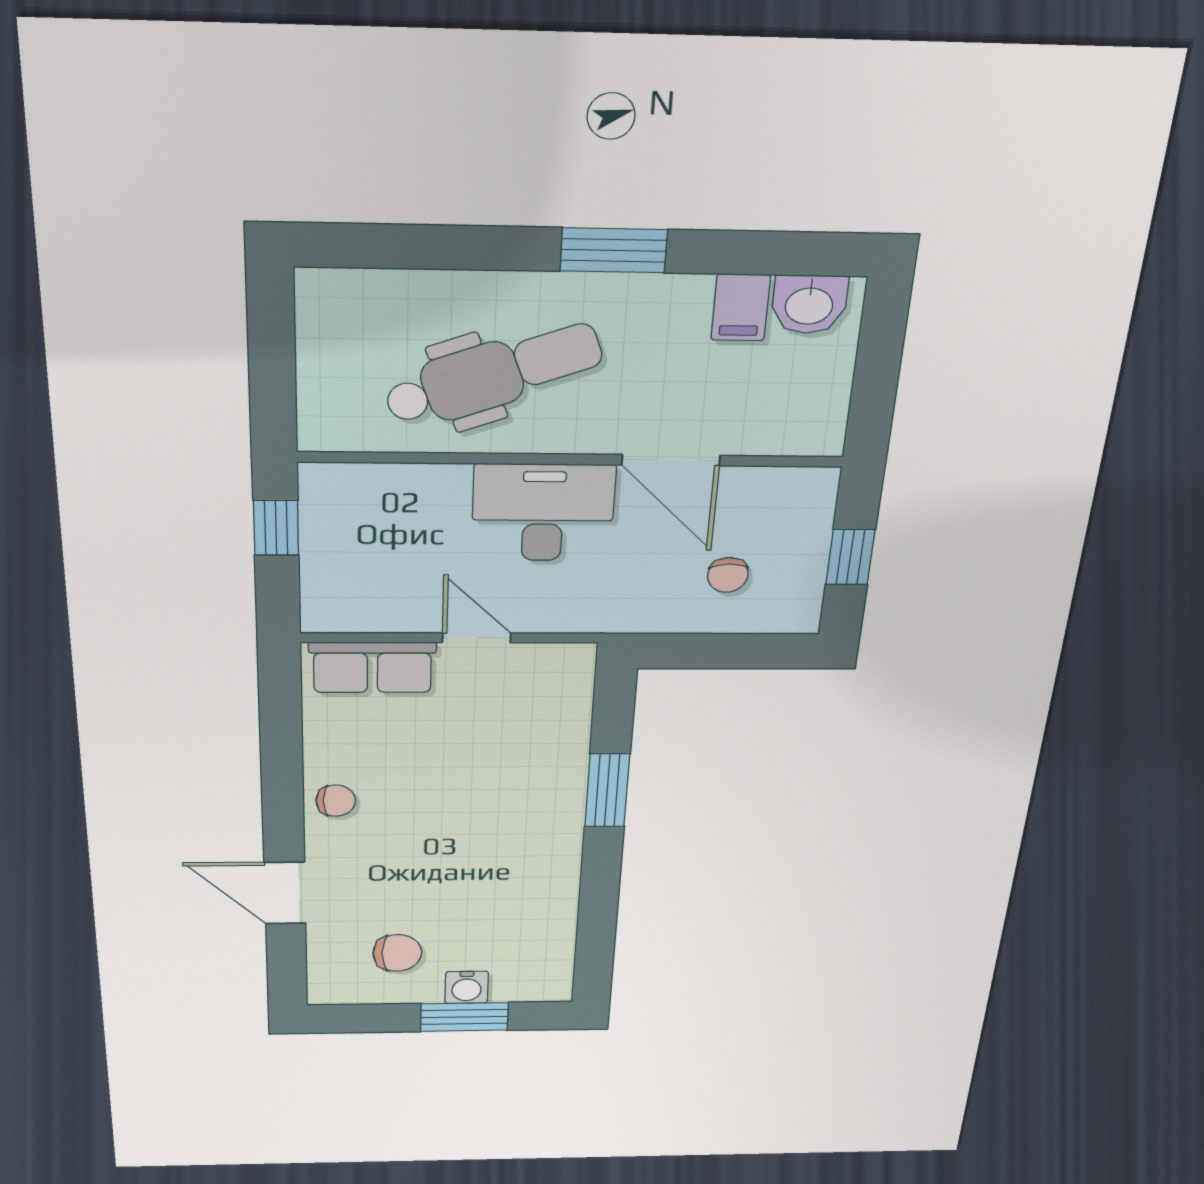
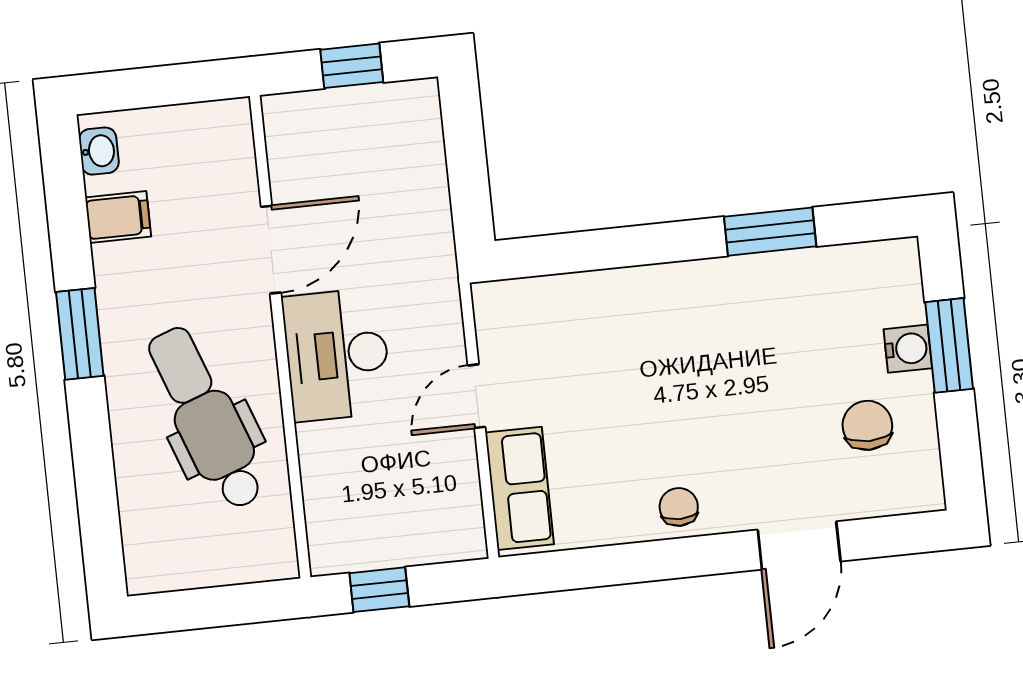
washbasin: (809, 304) -> (99, 151), width x0.72, depth x0.69
chair: (728, 575) -> (383, 175), removed
window: (607, 790) -> (770, 232), moved

